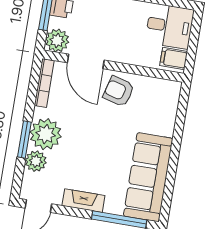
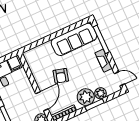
armchair: (119, 91) -> (61, 76), moved

